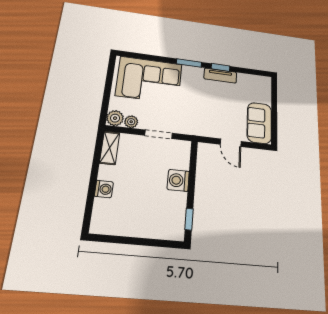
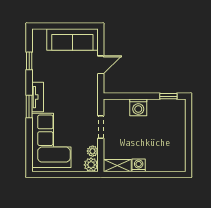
window: (221, 67) -> (29, 61), moved
tv unit: (220, 76) -> (38, 97), moved
sofa: (259, 123) -> (72, 40), width x1.36
washing machine: (104, 189) -> (139, 165), moved

